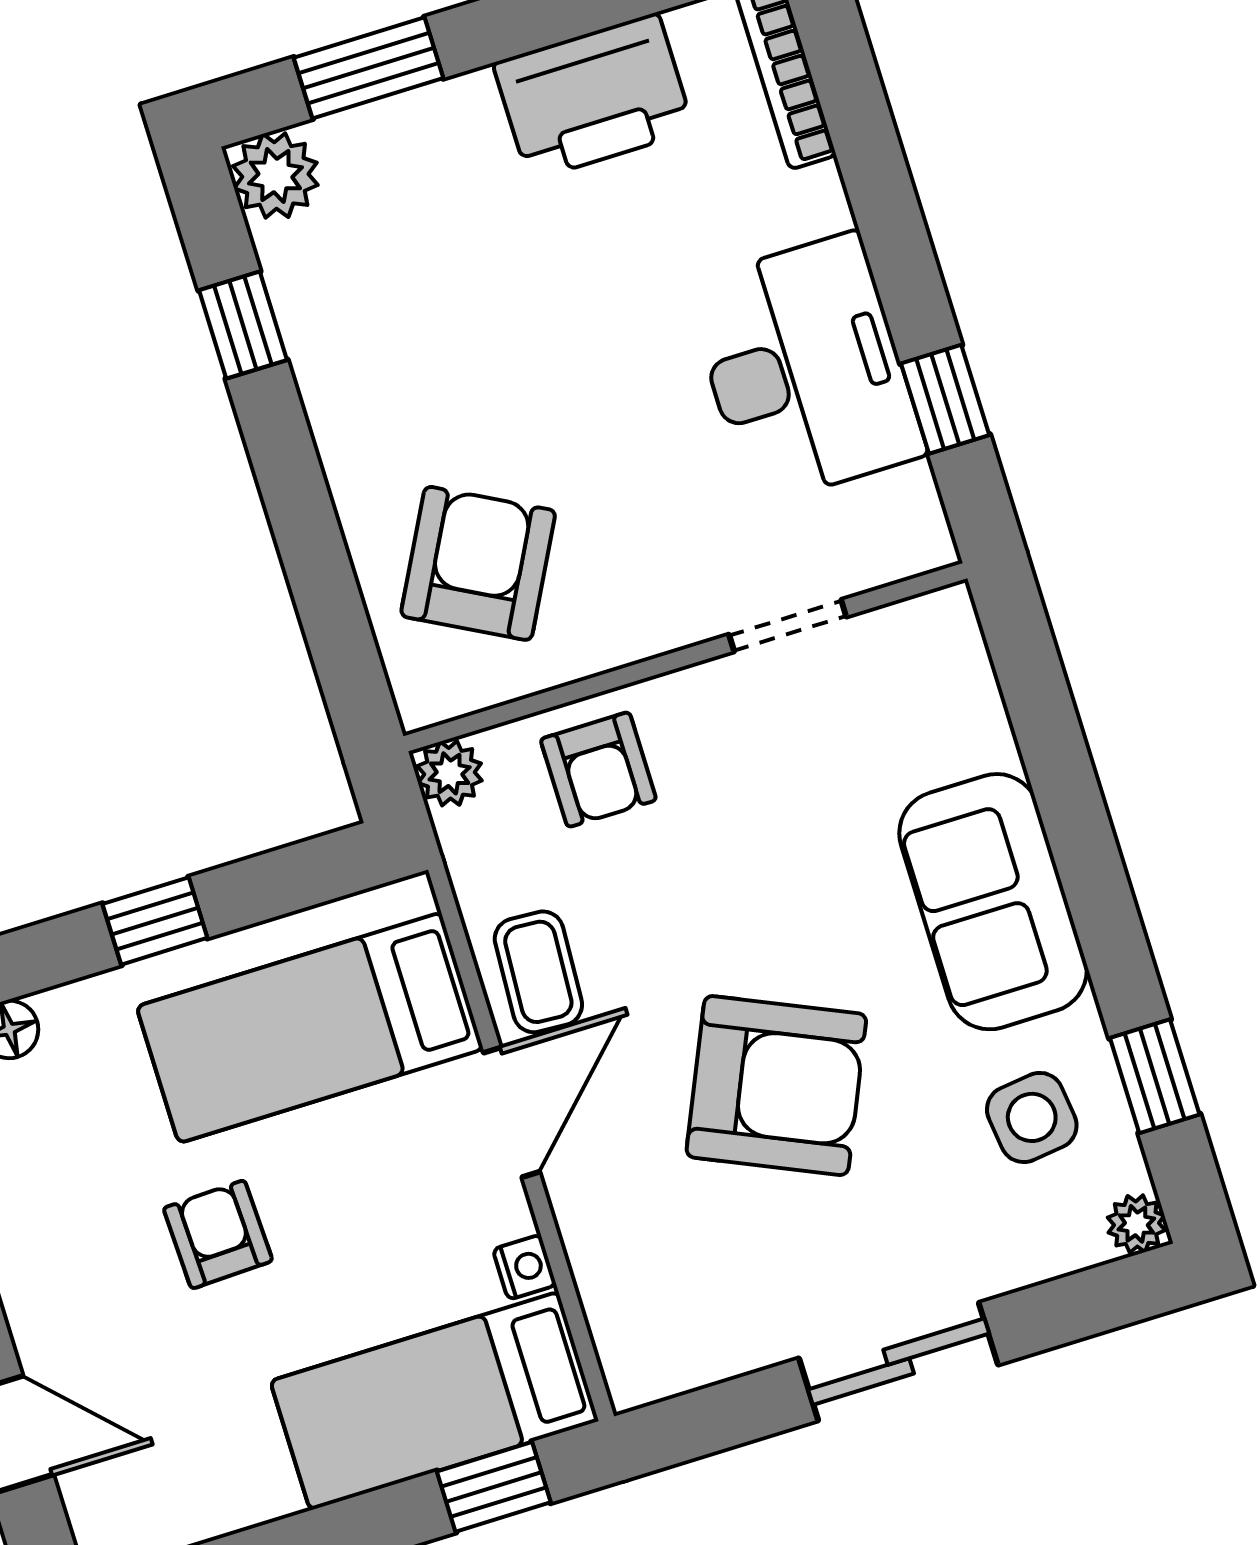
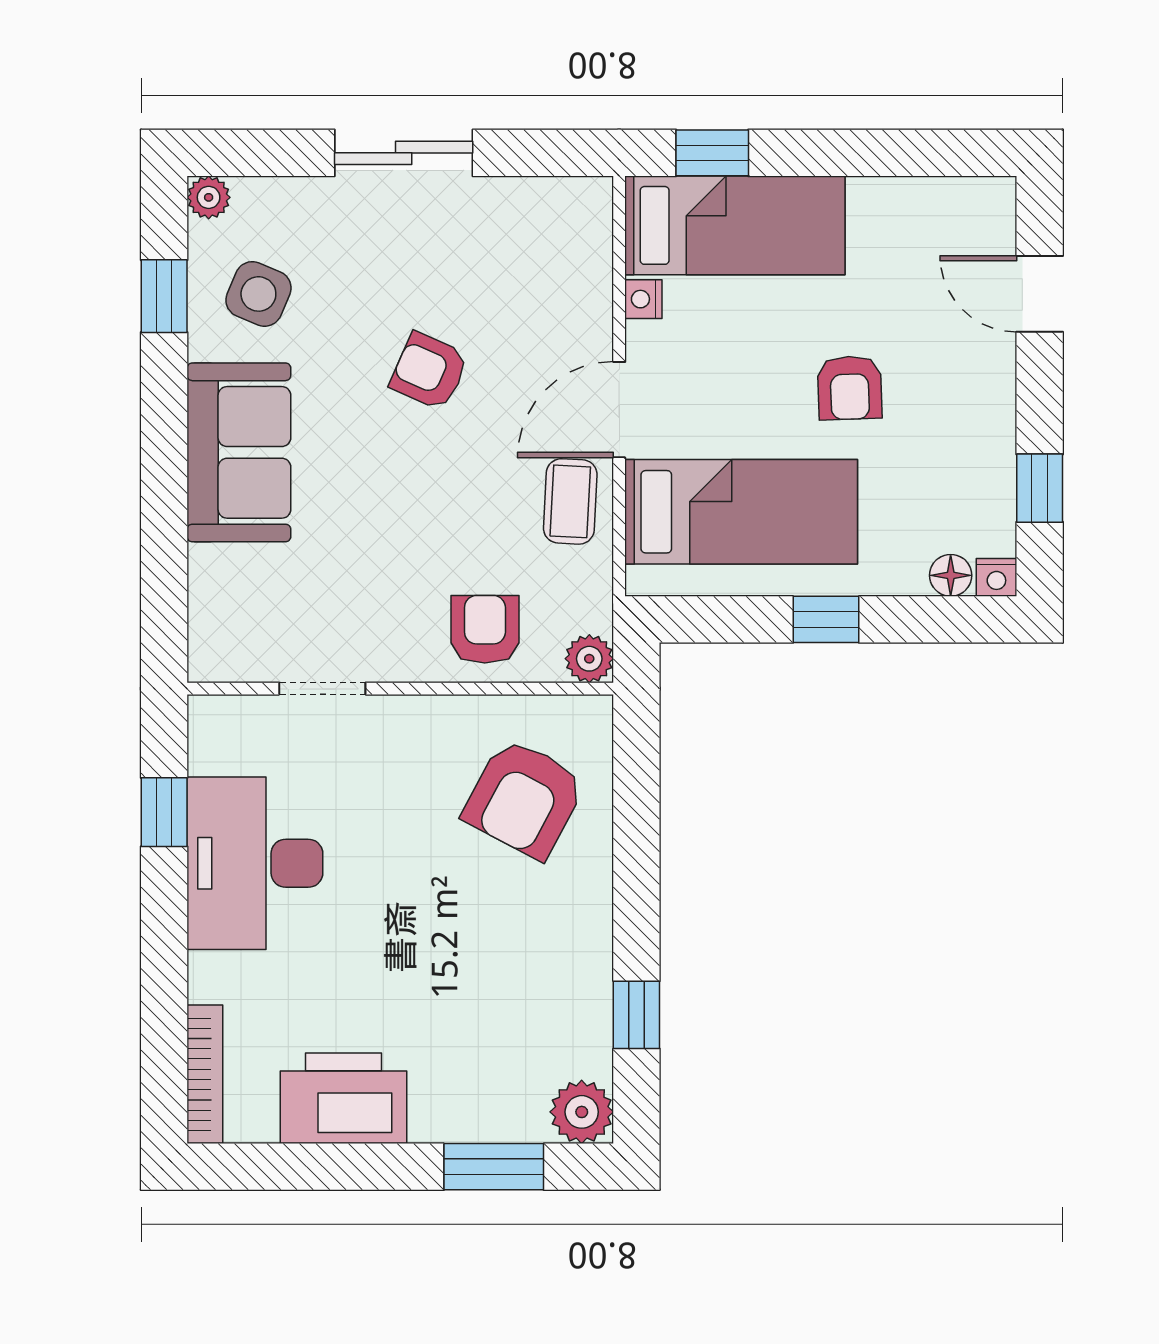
armchair: (776, 1086) -> (429, 371), width x0.53, depth x0.53
side table: (1032, 1117) -> (258, 294), turned 30

